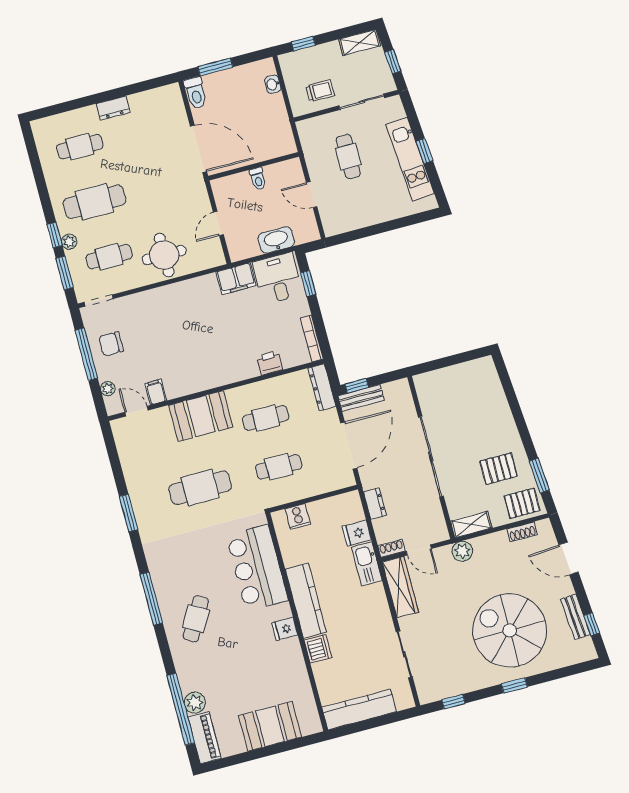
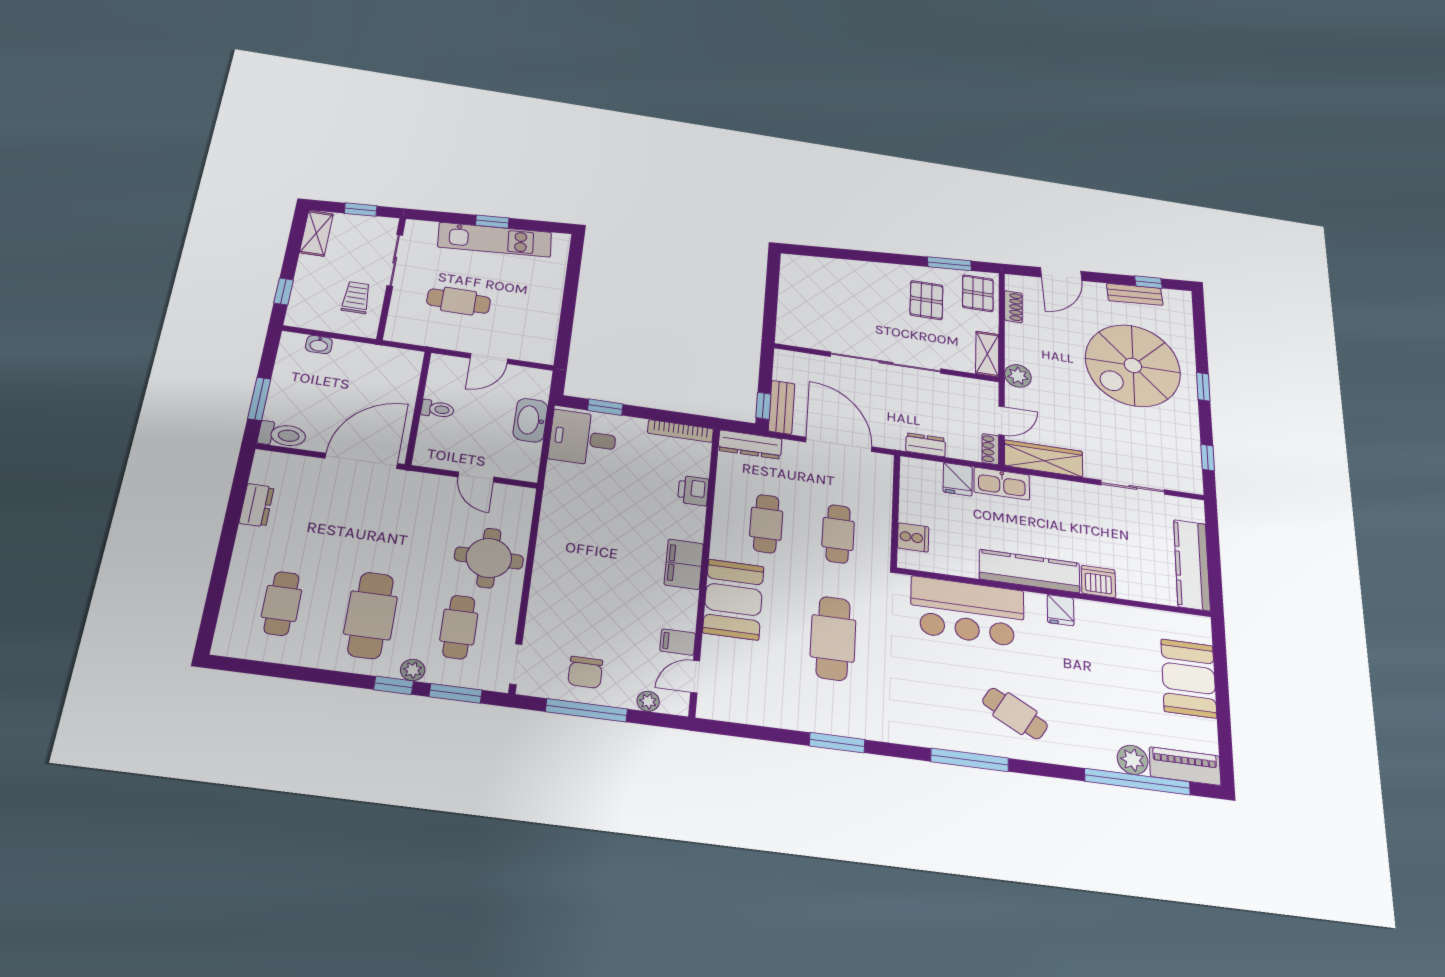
dresser: (113, 108) -> (257, 505), moved
filing cabinet: (236, 279) -> (684, 564), moved, turned 180

